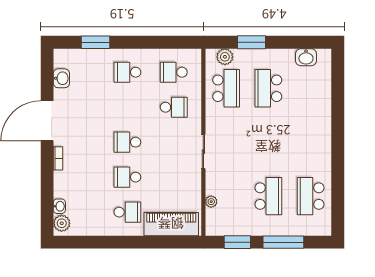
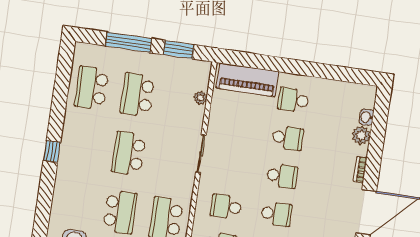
school desk: (127, 107) -> (276, 214), added
window: (338, 134) -> (52, 151), added
school desk: (268, 142) -> (129, 153), added
school desk: (311, 196) -> (91, 88), turned 180
plant: (62, 223) -> (361, 135), moved

